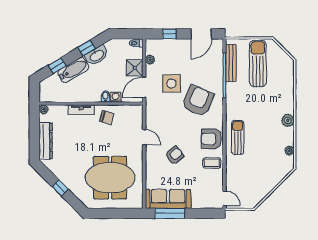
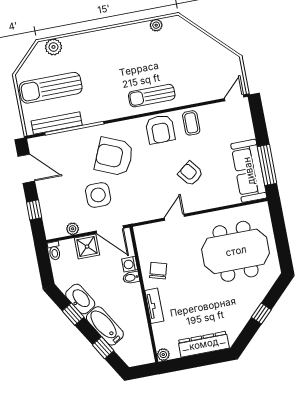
plant: (288, 120) -> (53, 47), moved
meeting table: (110, 178) -> (236, 251), turned 90

